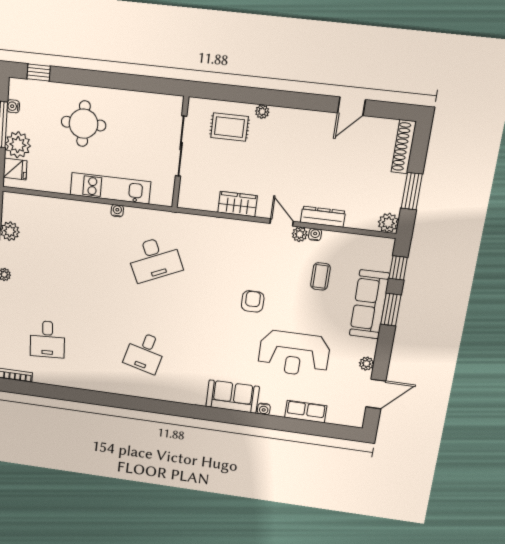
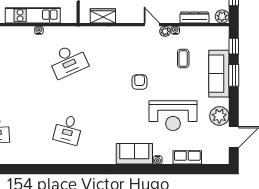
wardrobe: (238, 204) -> (103, 16), moved
dresser: (323, 217) -> (194, 18), moved
plant: (367, 364) -> (219, 116), width x1.87, depth x1.87

